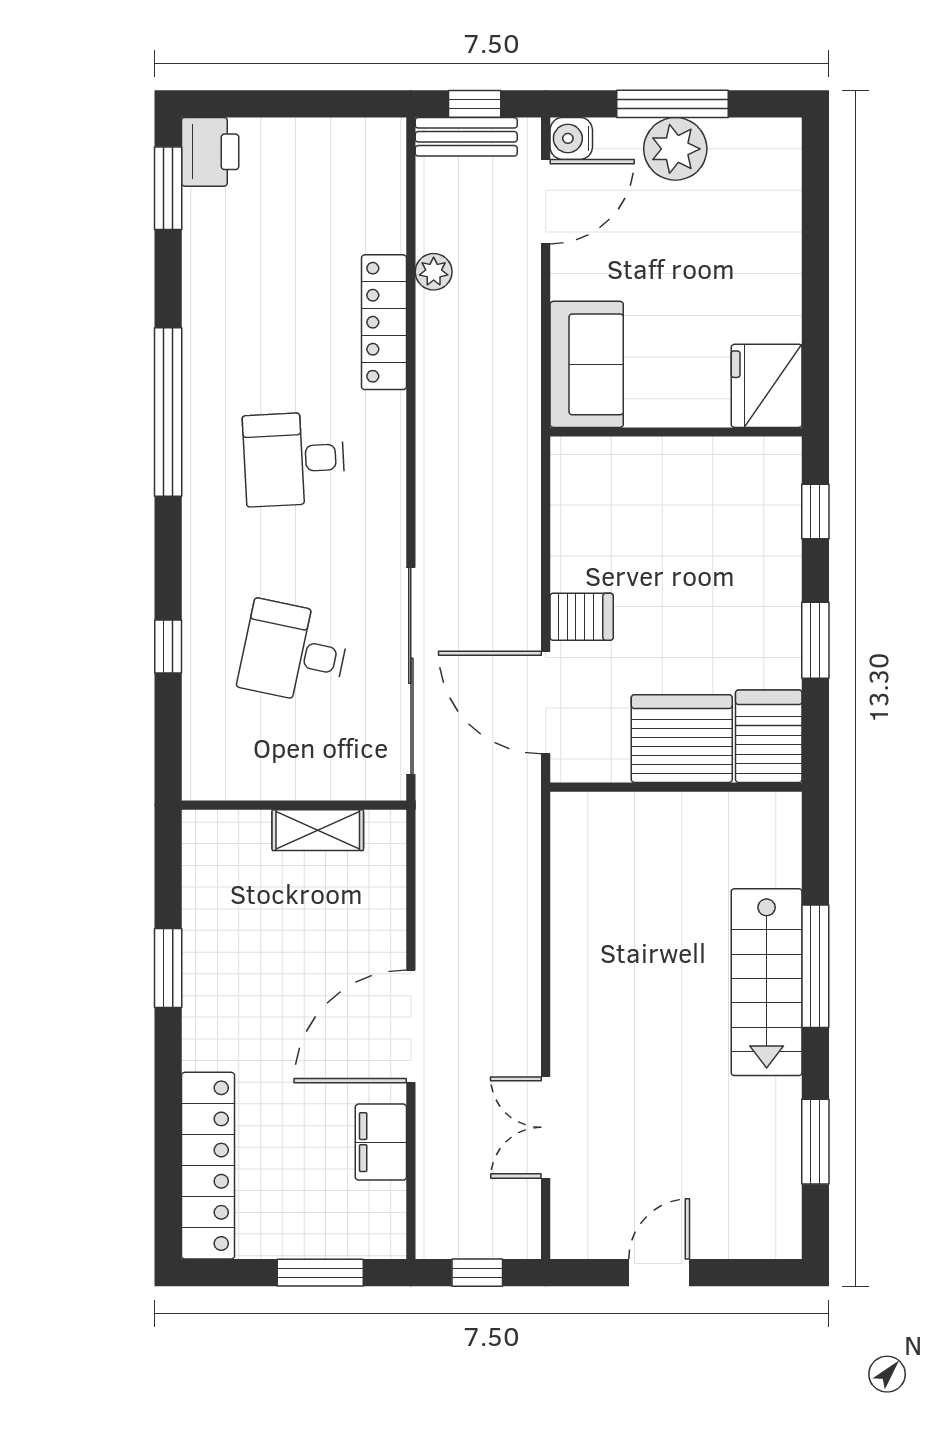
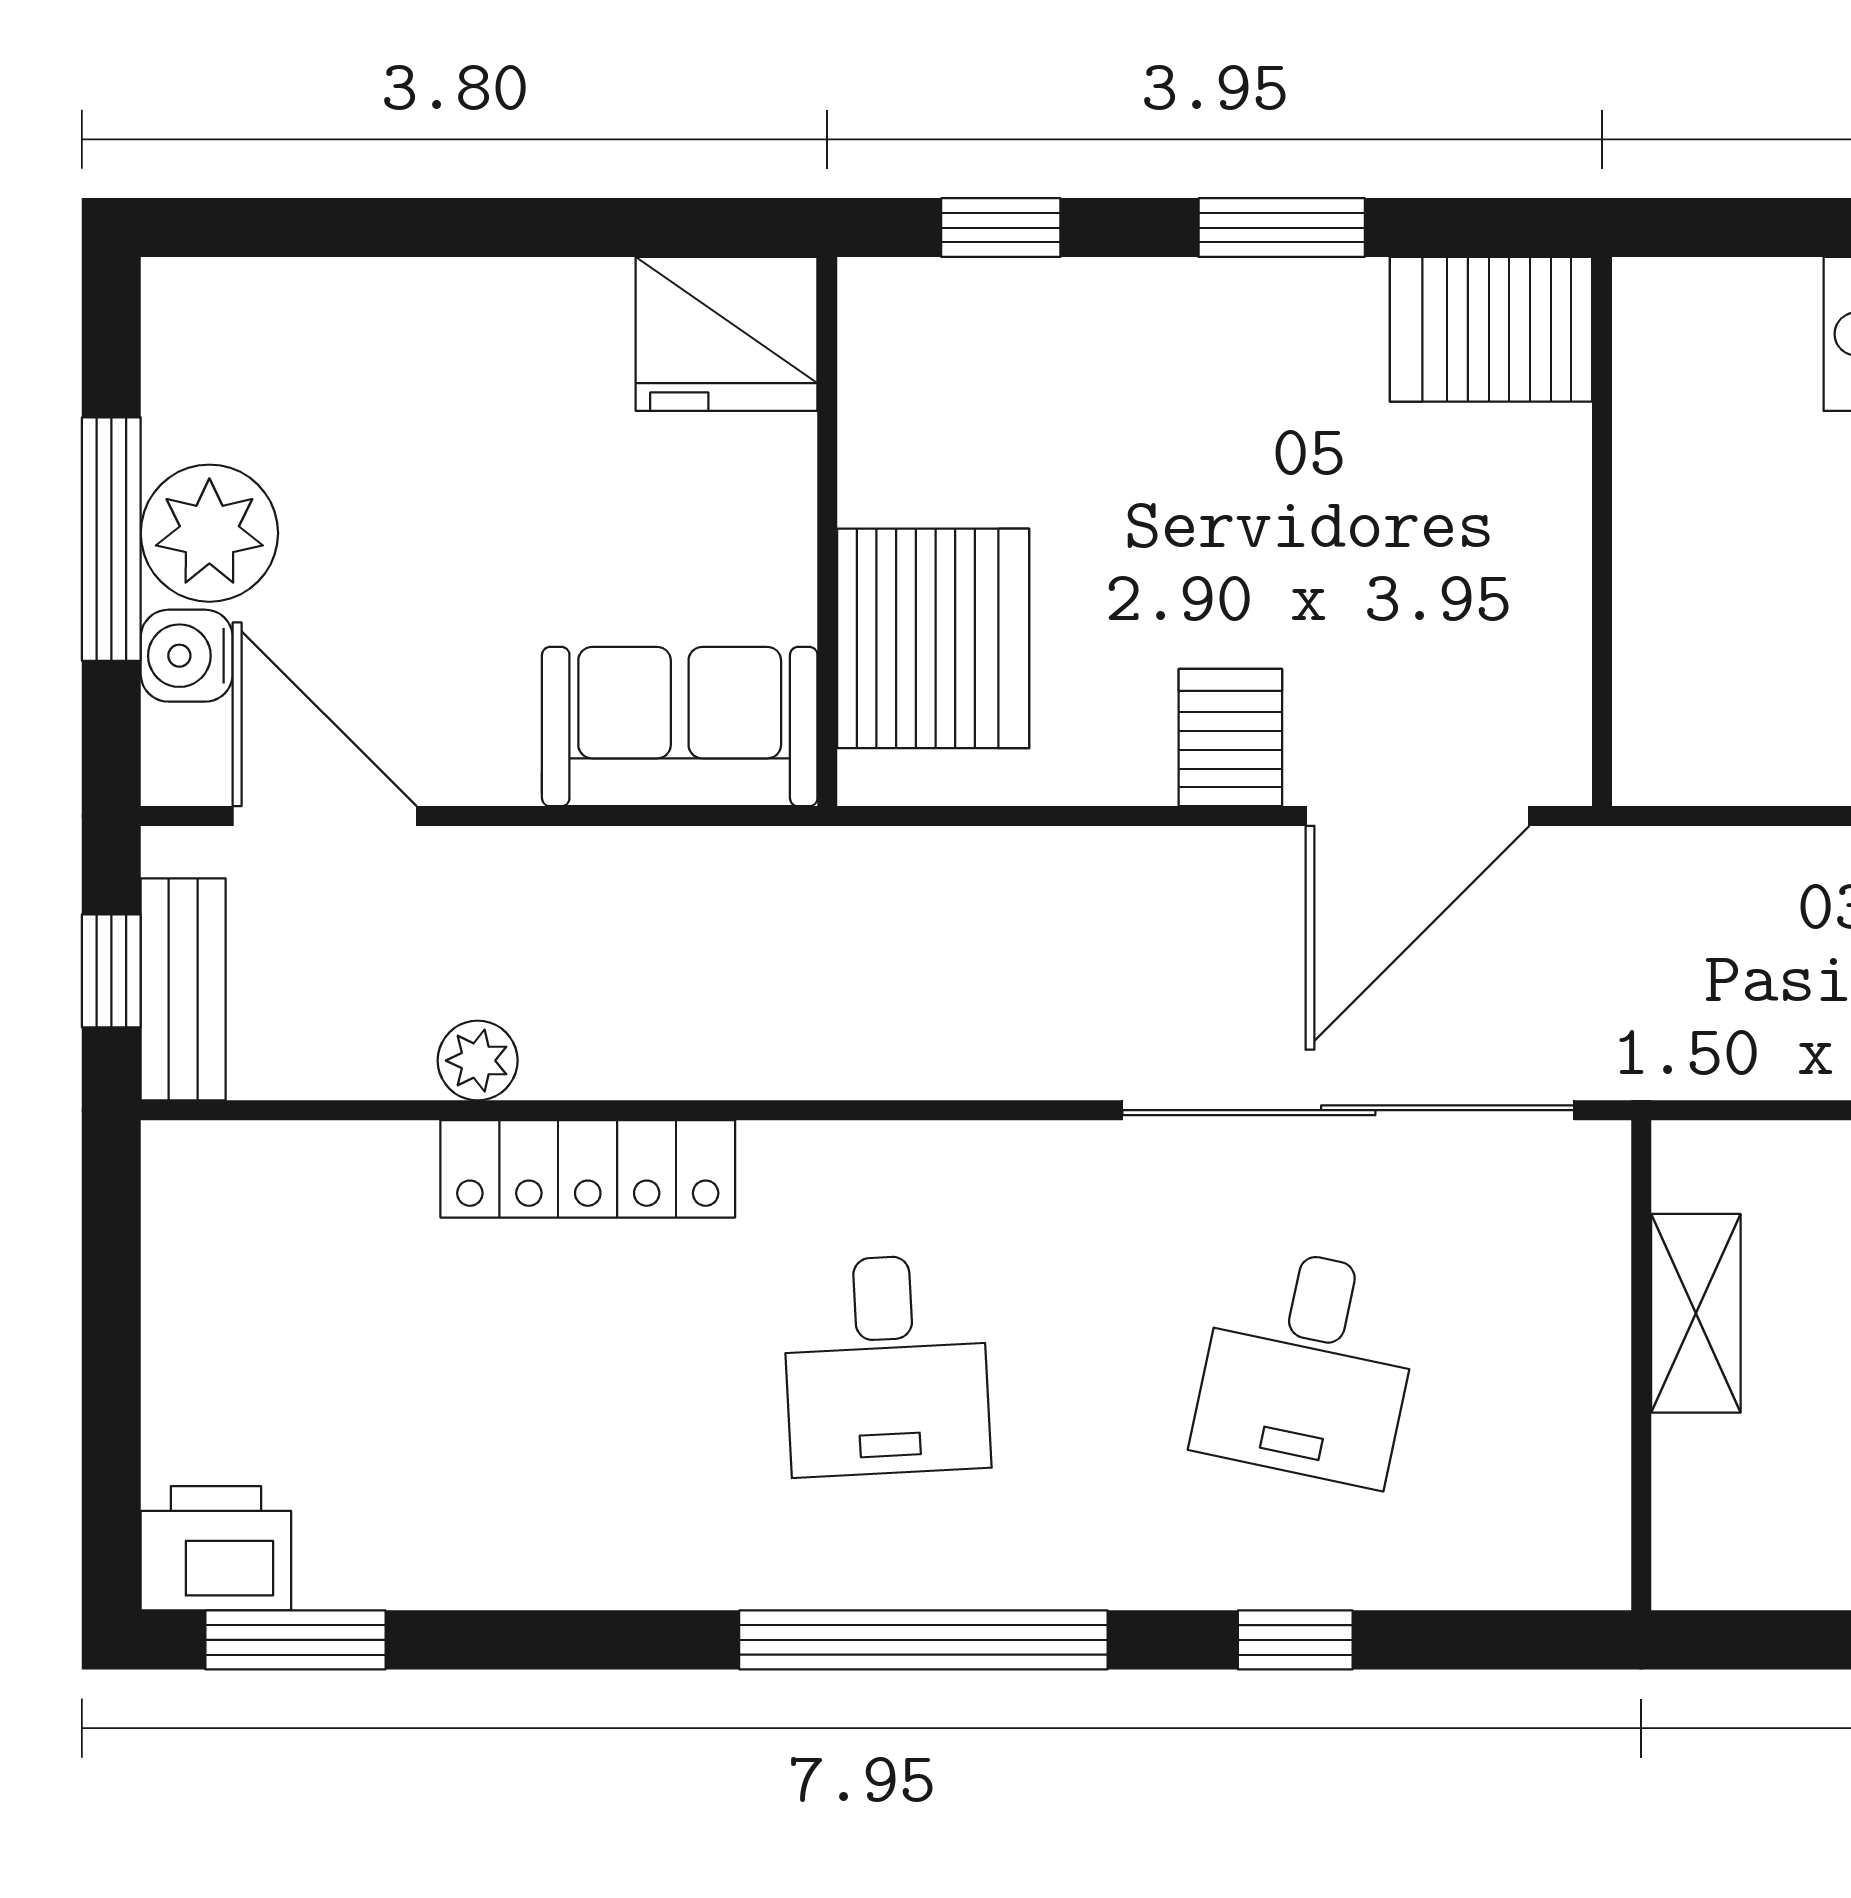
water cooler: (571, 138) -> (187, 656), moved, turned 90
window: (168, 412) -> (923, 1640), moved
server rack: (682, 739) -> (933, 638), moved, turned 180

